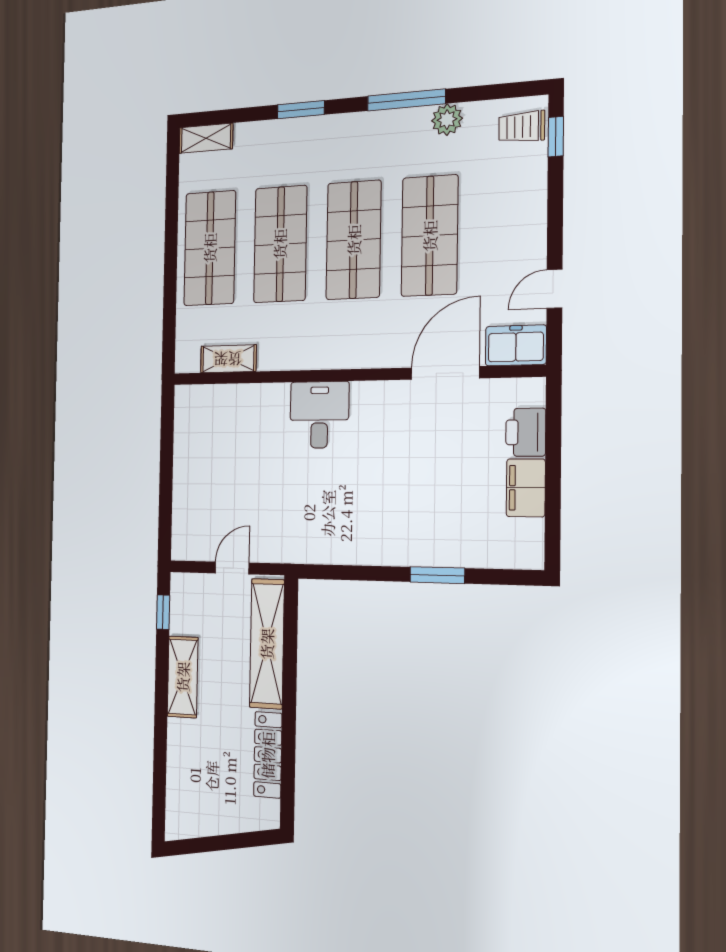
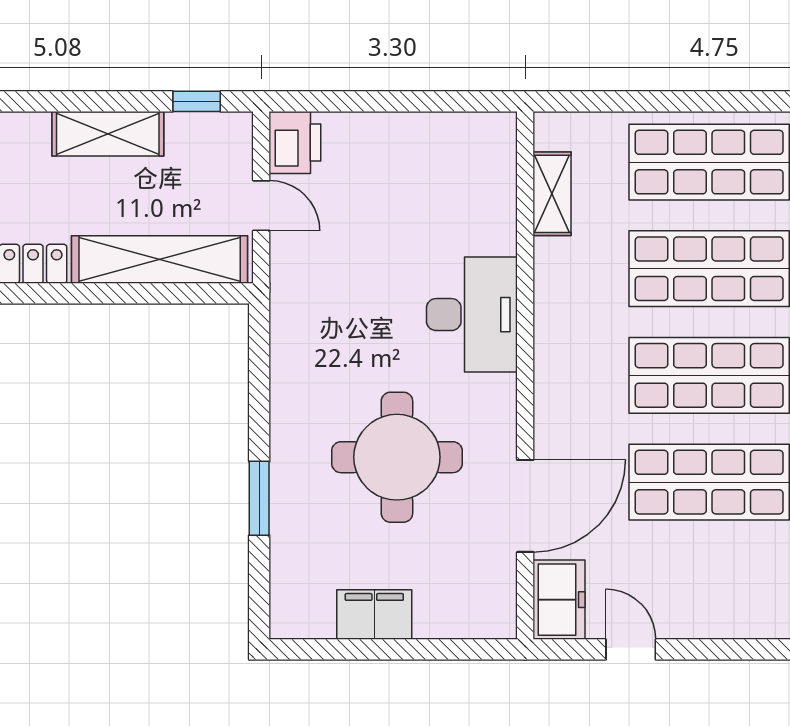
door: (445, 373) -> (525, 506), hinge flipped
desk: (319, 415) -> (472, 315), width x1.37
printer: (526, 432) -> (295, 143), moved, turned 90
round table: (408, 470) -> (397, 457), added

